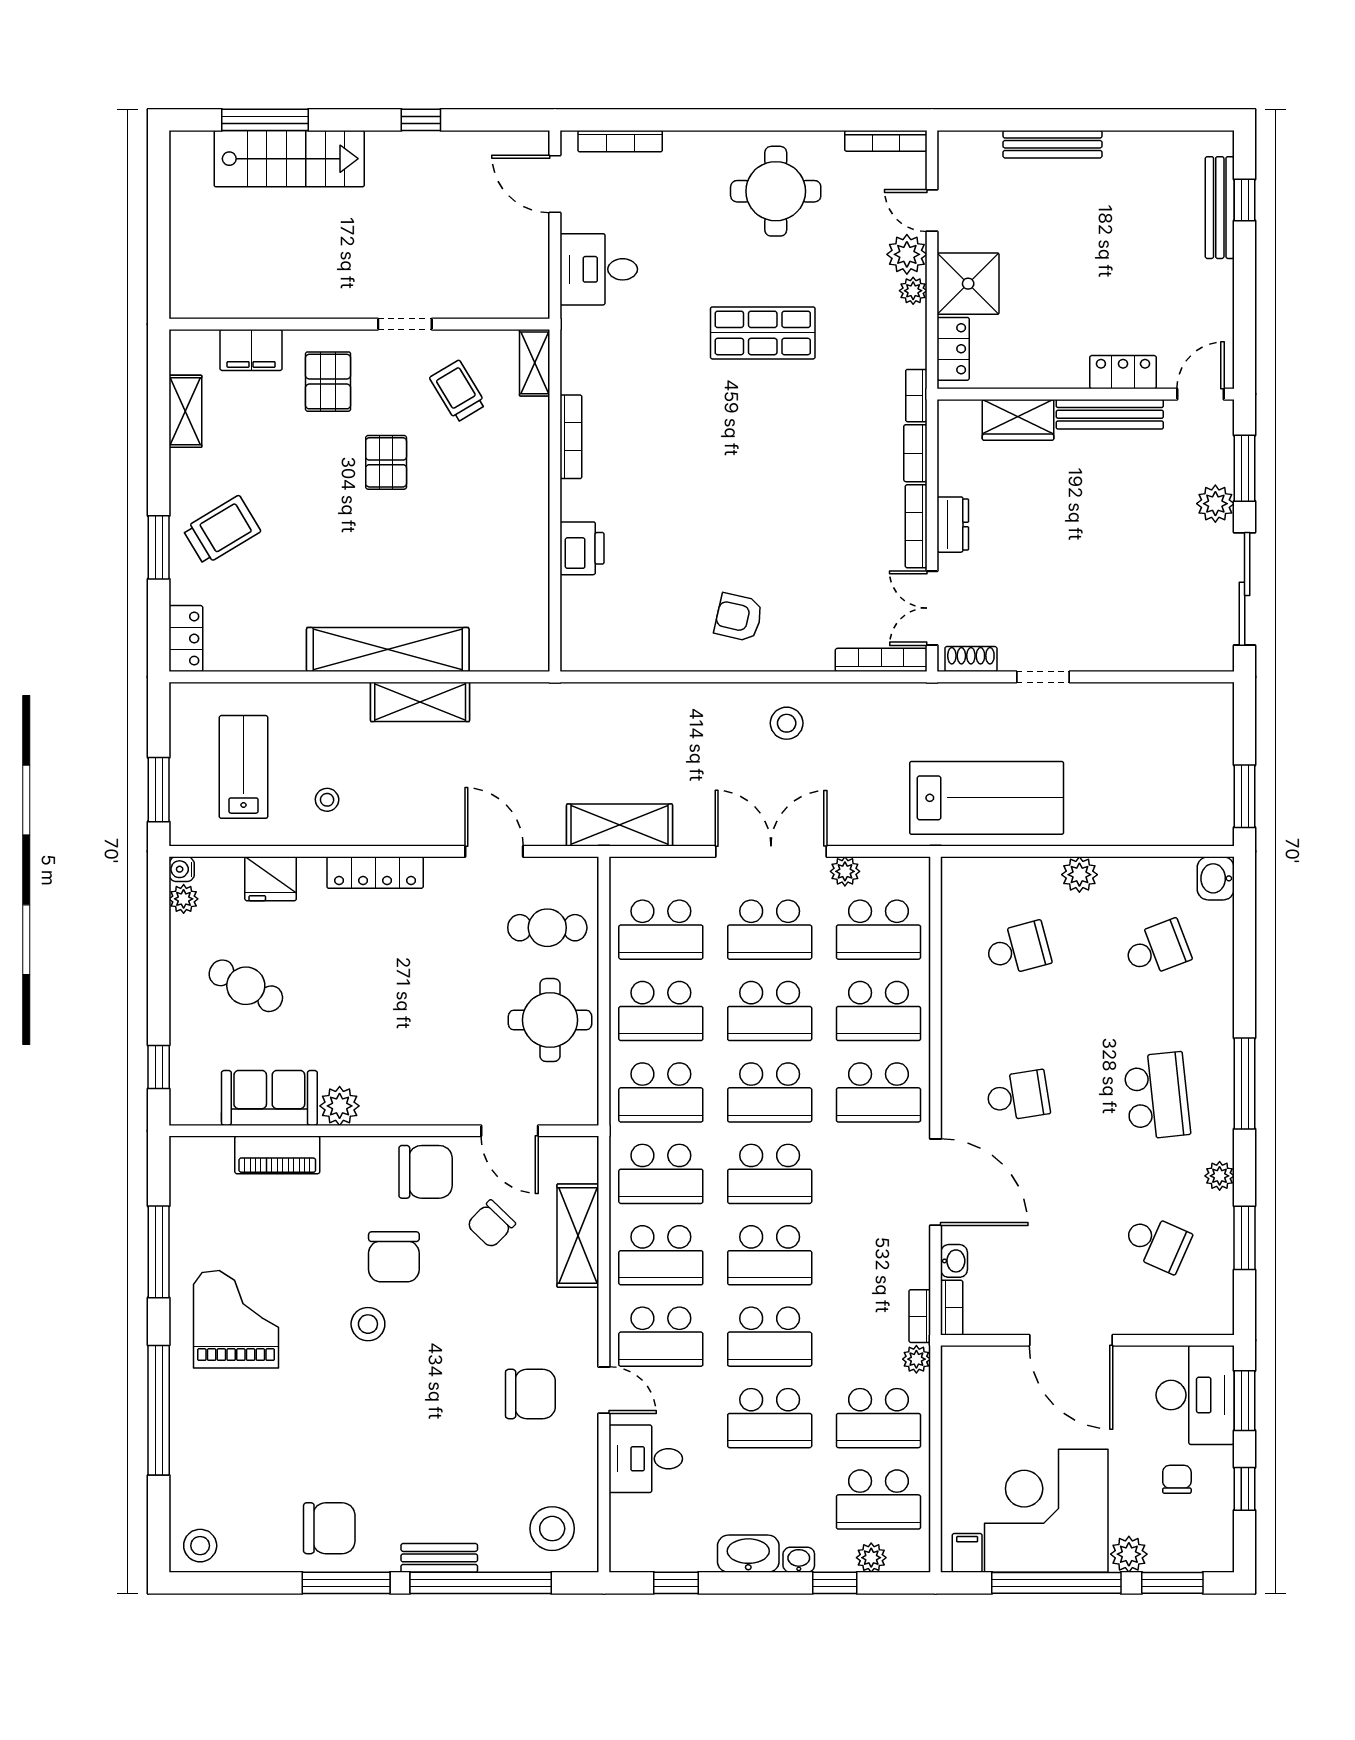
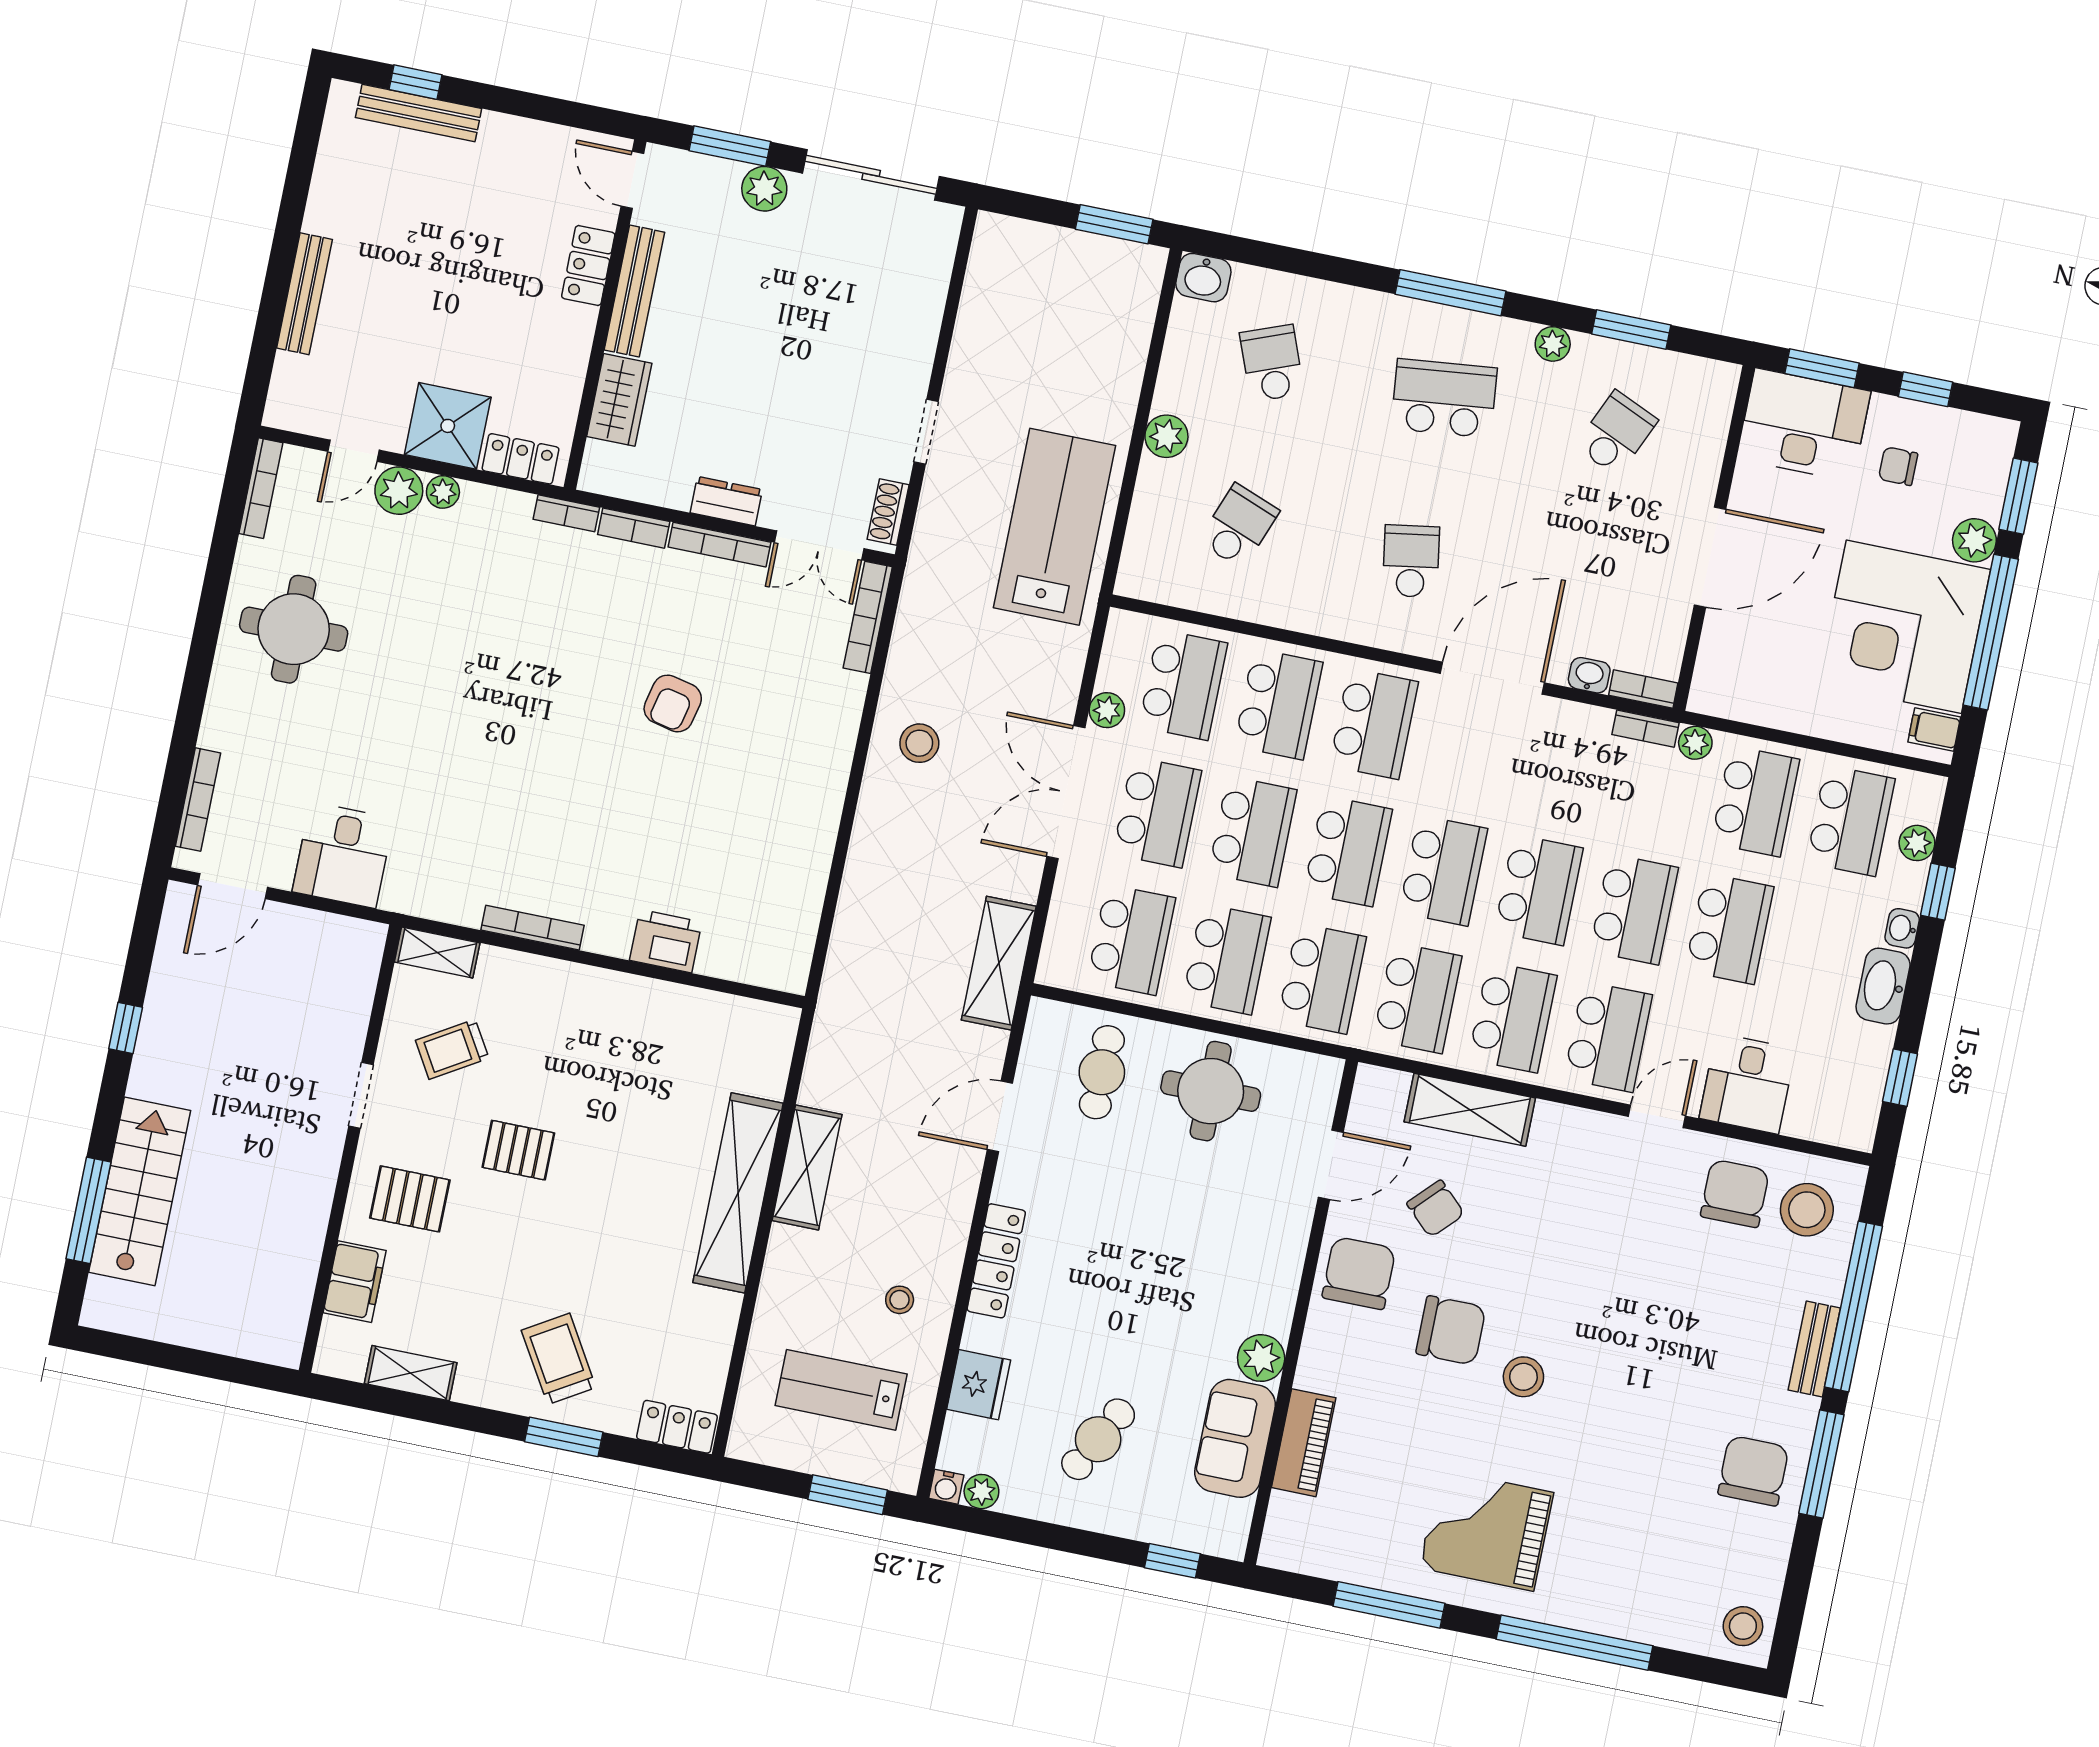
shop shelf: (763, 333) -> (457, 678), removed
armchair: (739, 617) -> (673, 703), moved
school desk: (1018, 949) -> (1239, 526), turned 36
chair: (530, 1394) -> (1735, 1193), moved

